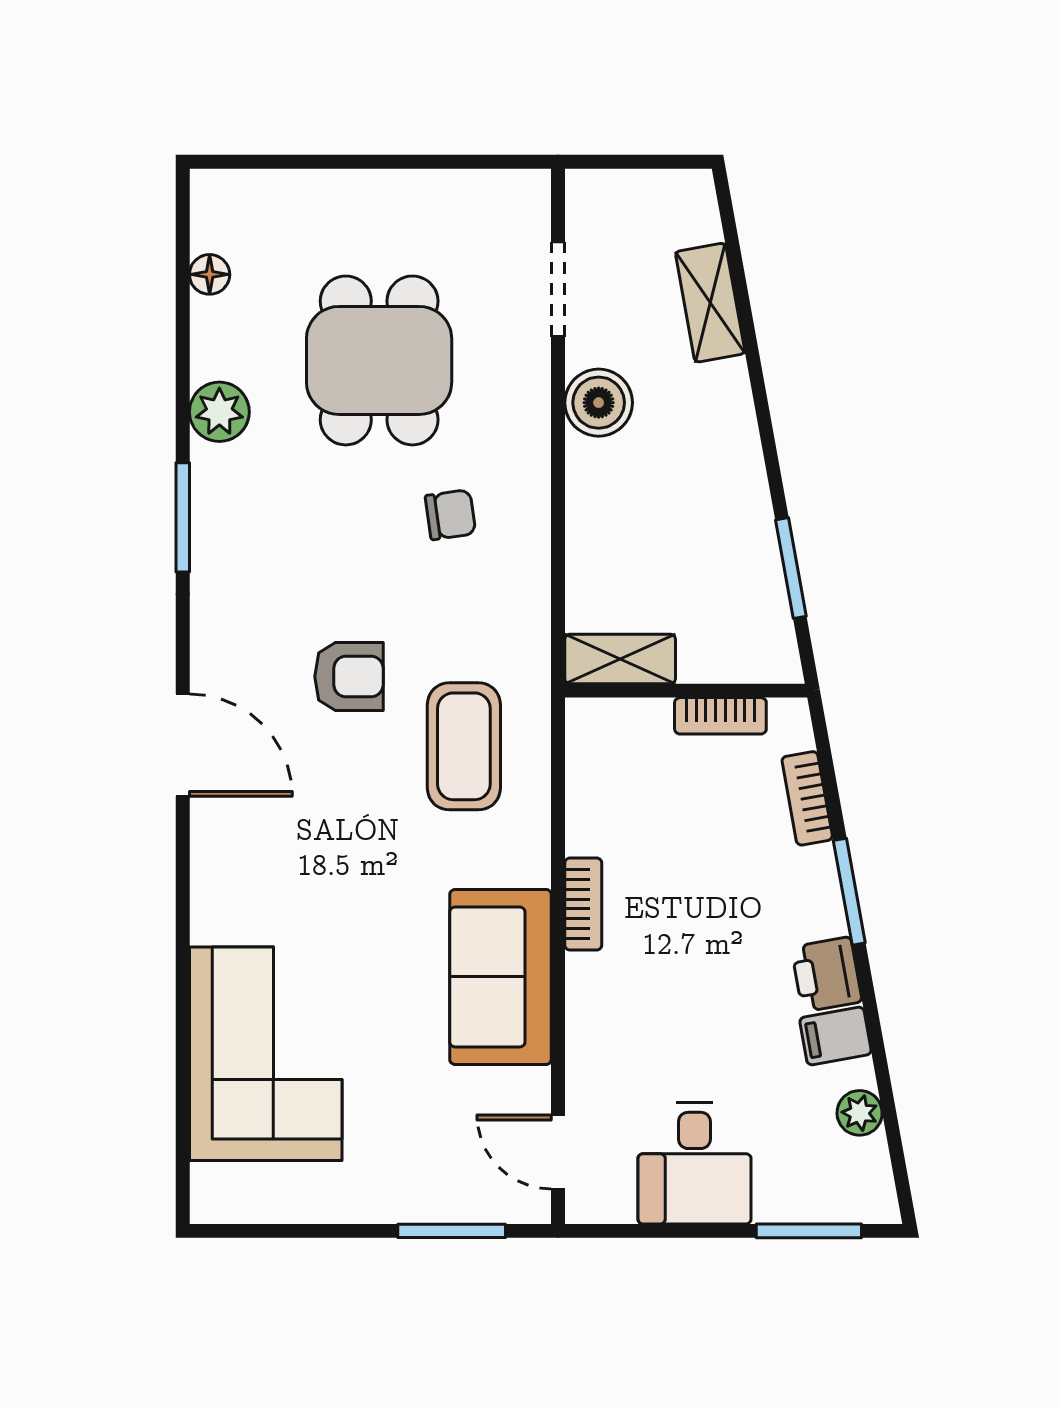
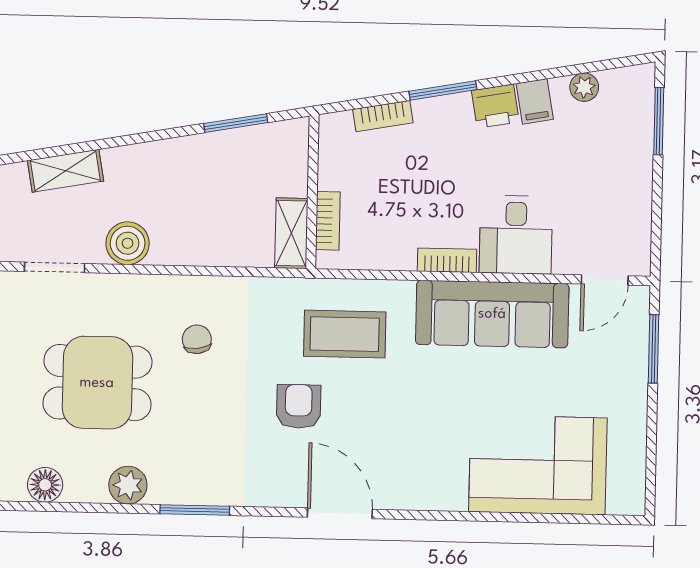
floor lamp: (210, 274) -> (45, 485), width x1.37, depth x1.37
bookcase: (720, 716) -> (328, 221), moved
door: (183, 745) -> (340, 513), hinge flipped
sofa: (501, 977) -> (492, 314), width x1.36
desk: (694, 1163) -> (516, 235), moved, turned 90

